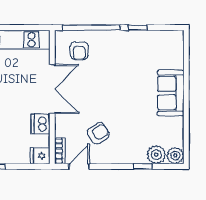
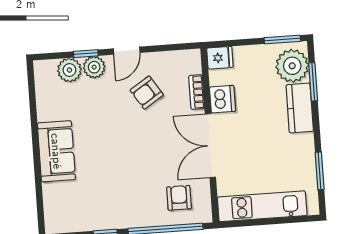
bookcase: (60, 151) -> (197, 92), moved
plant: (175, 155) -> (94, 67), moved
door: (79, 166) -> (127, 51), moved

